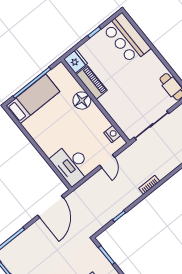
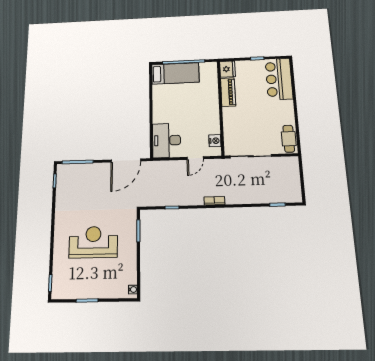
floor lamp: (82, 101) -> (211, 100), removed

